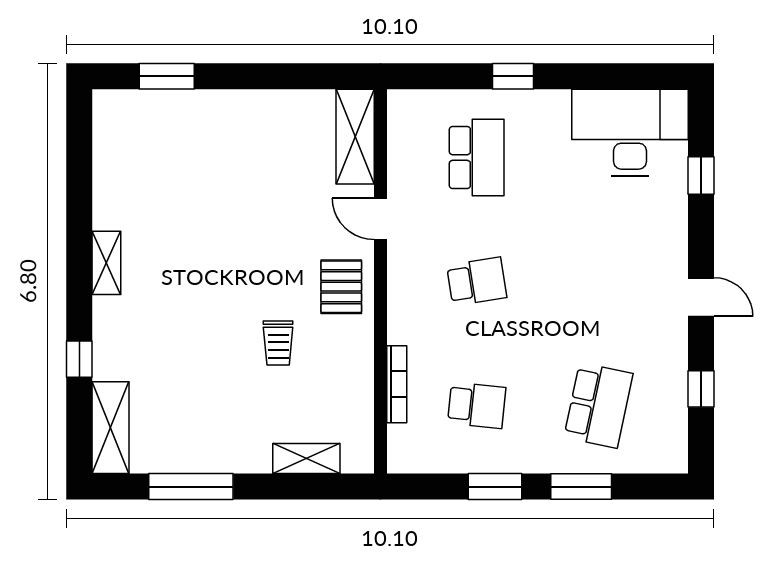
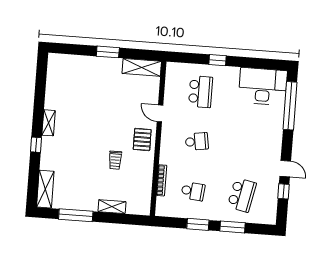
window: (167, 76) -> (108, 52), moved
shelving: (355, 137) -> (142, 67), moved, turned 90
window: (701, 175) -> (290, 106), width x3.17
door: (701, 297) -> (285, 169), moved
window: (79, 359) -> (36, 145), moved
shelving: (306, 459) -> (112, 207), moved

